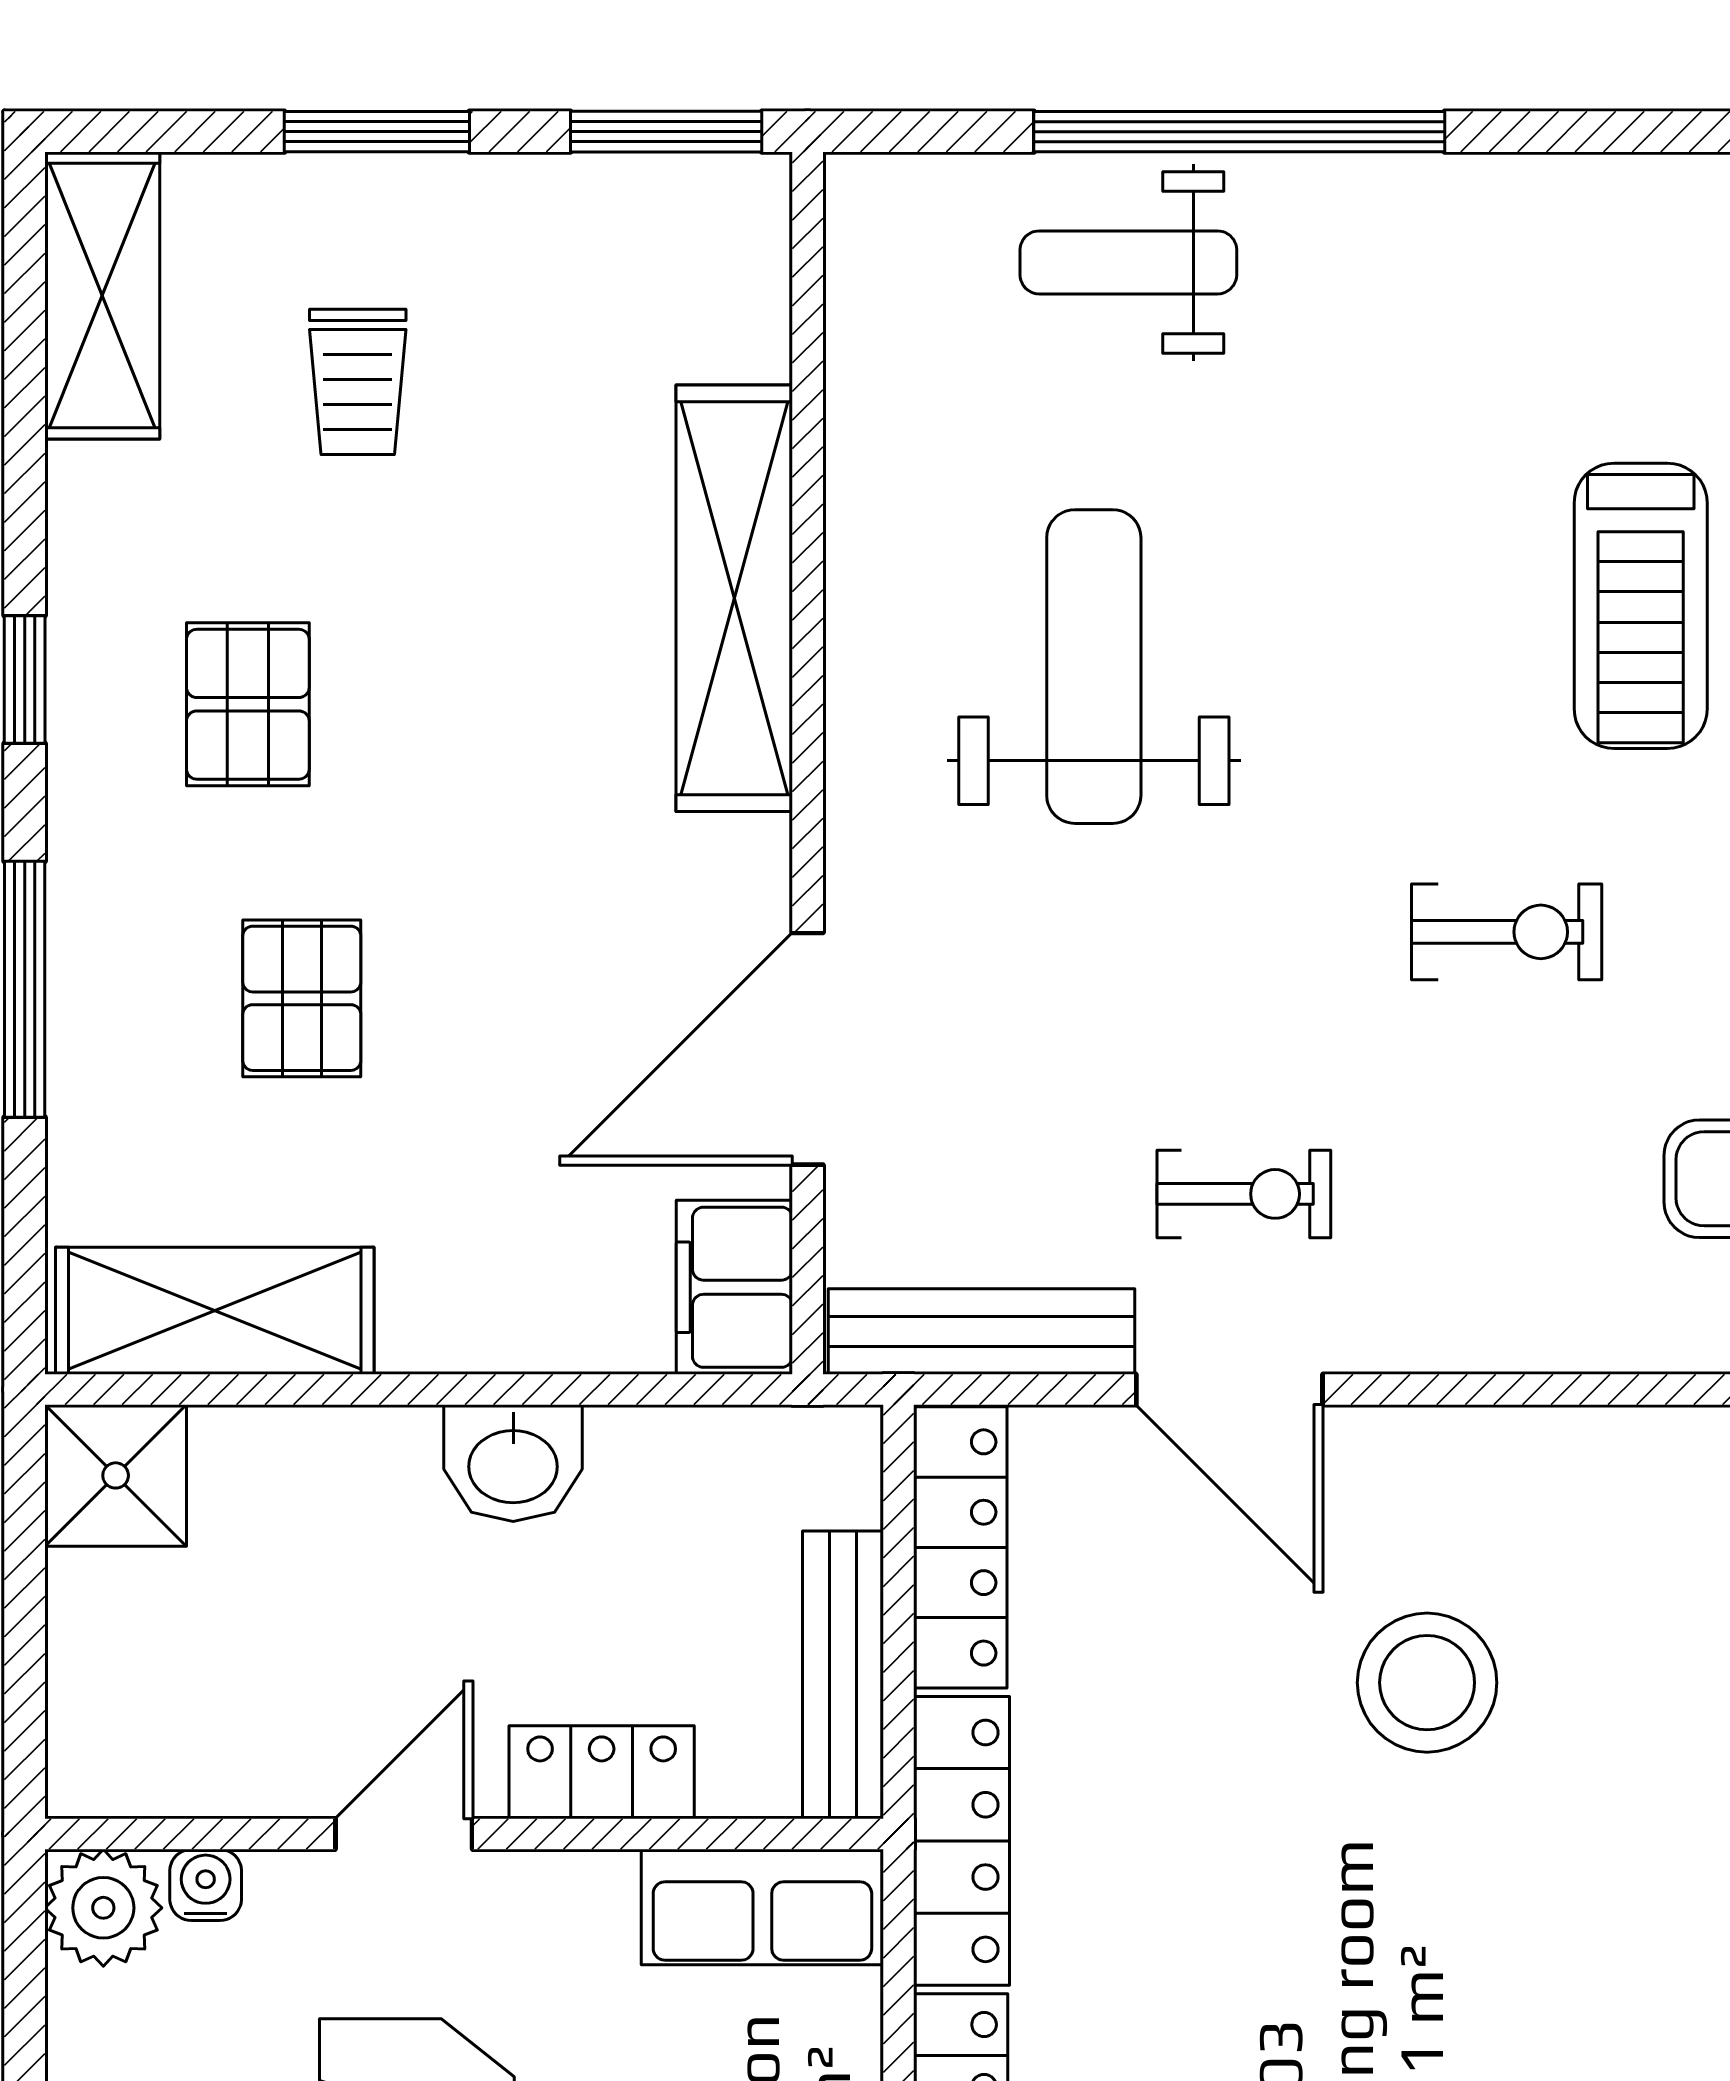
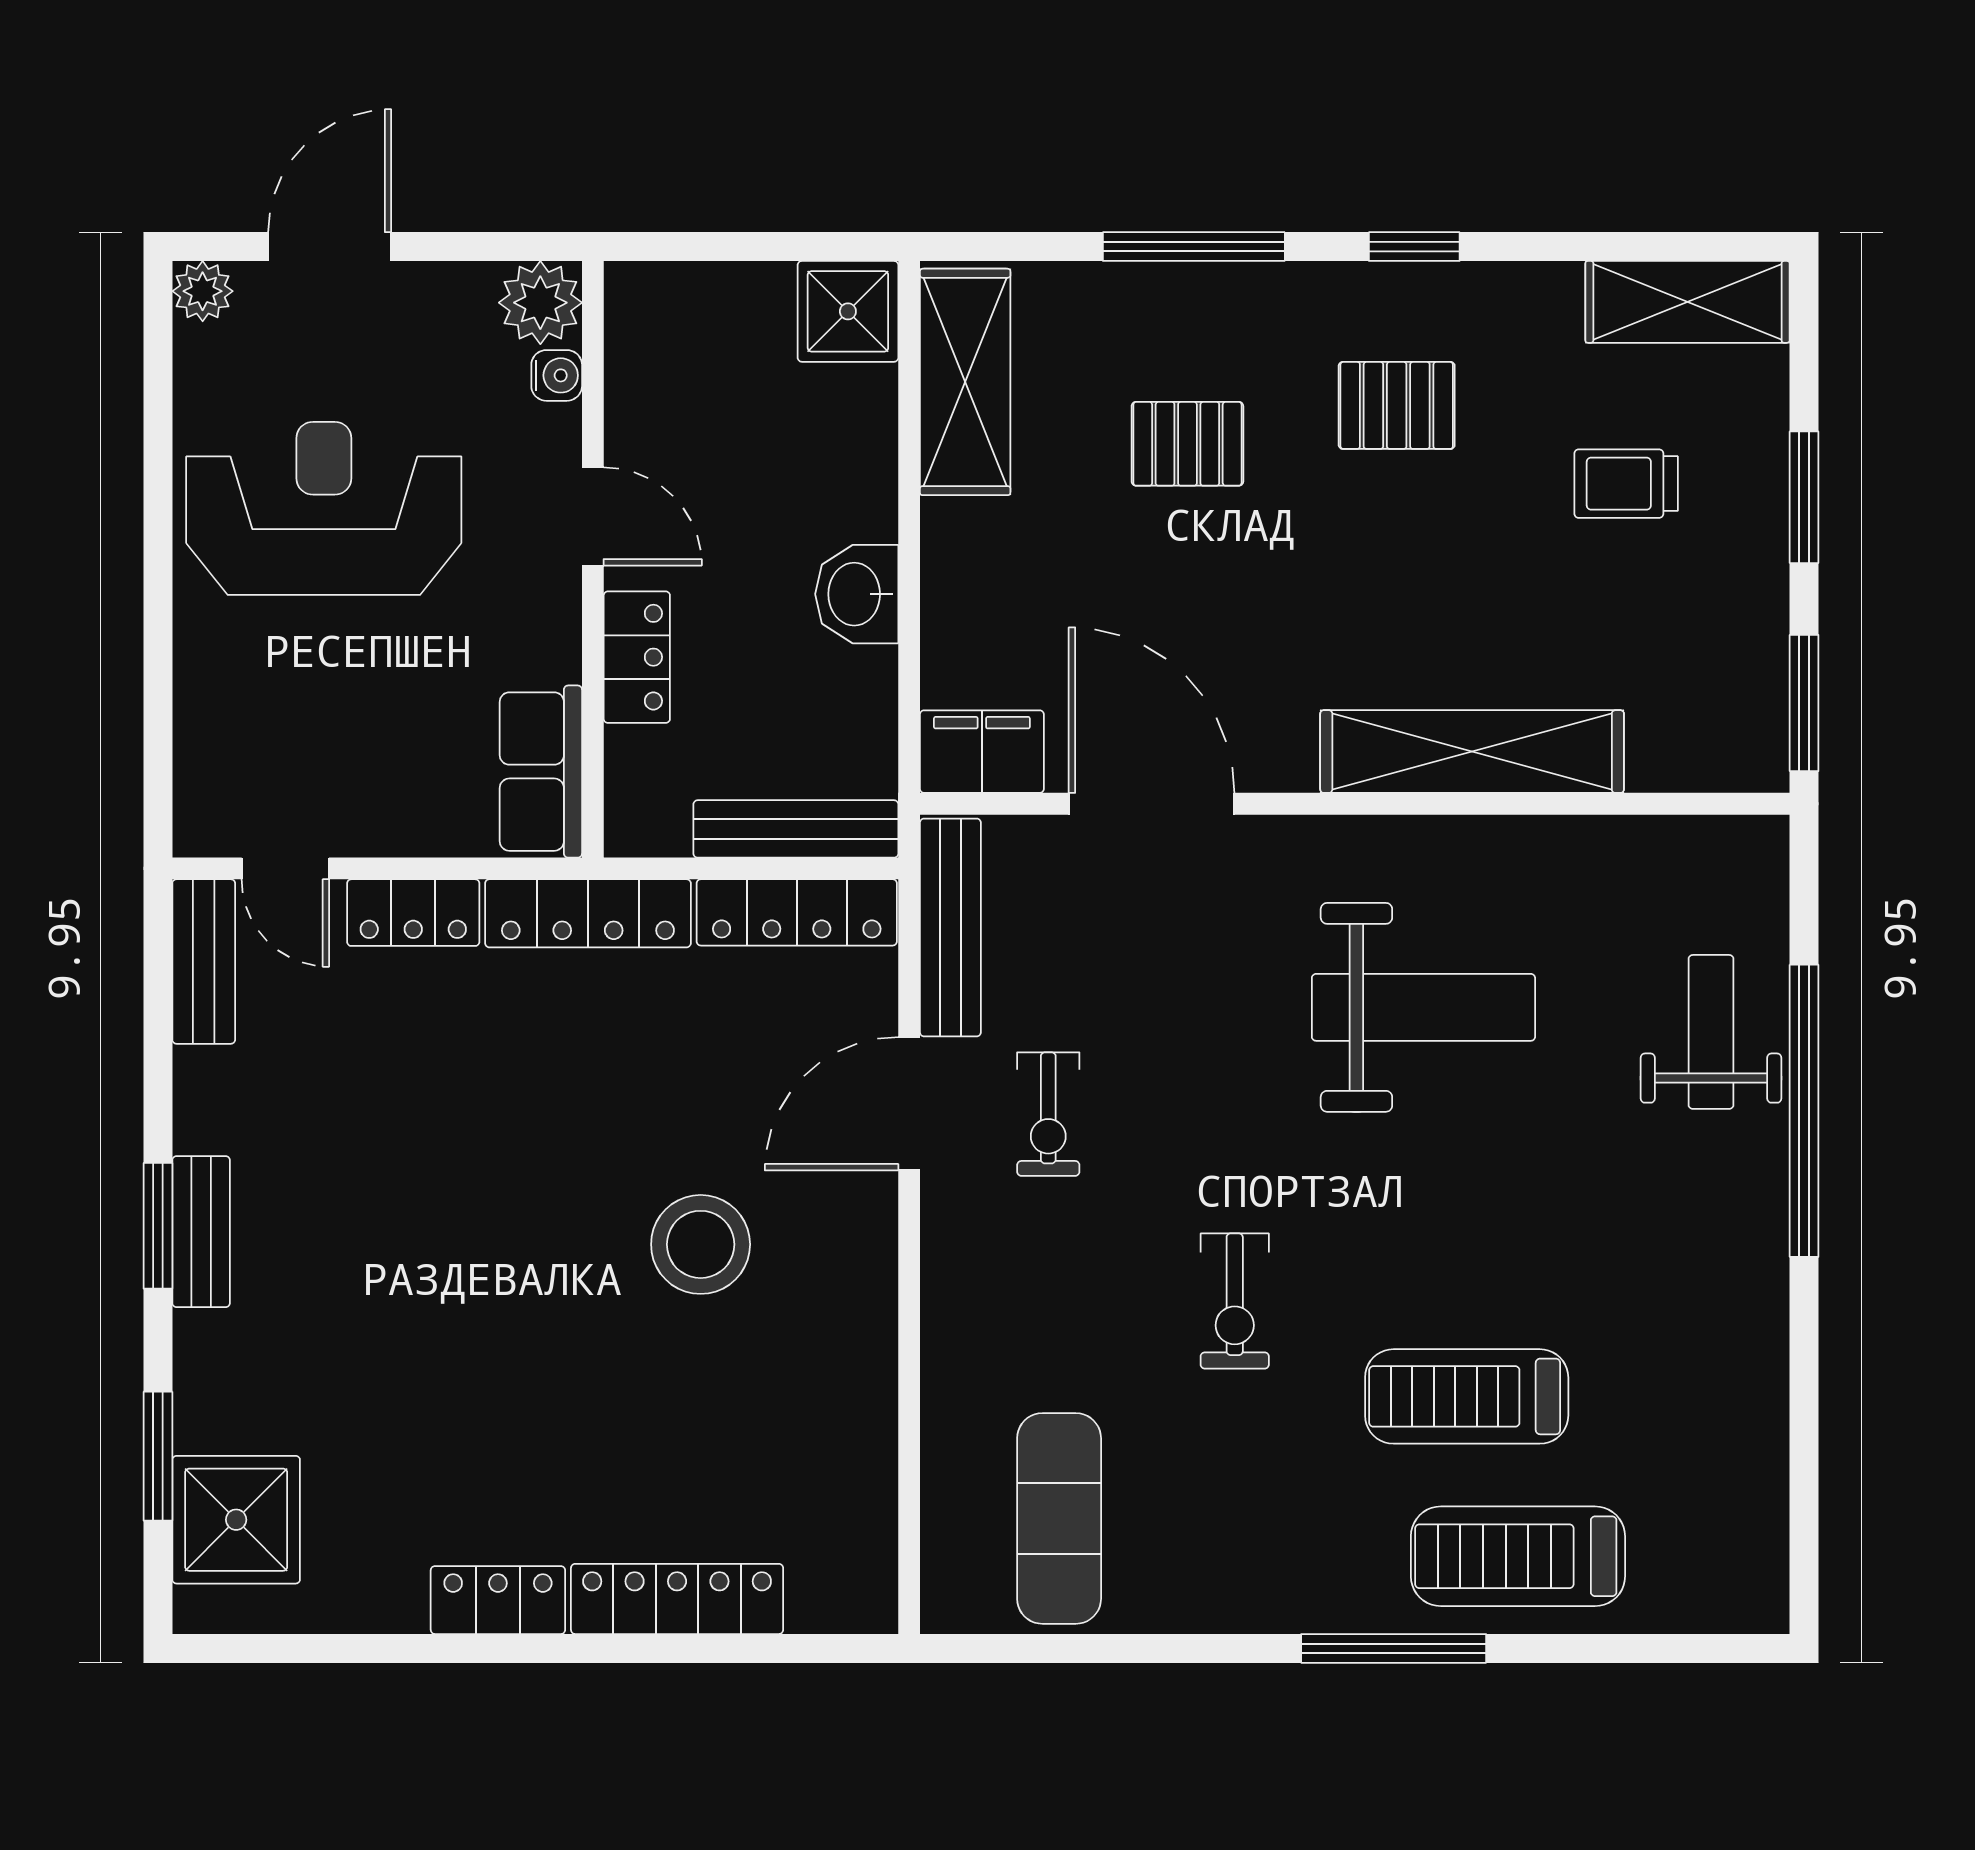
bench: (843, 1675) -> (796, 829), moved

